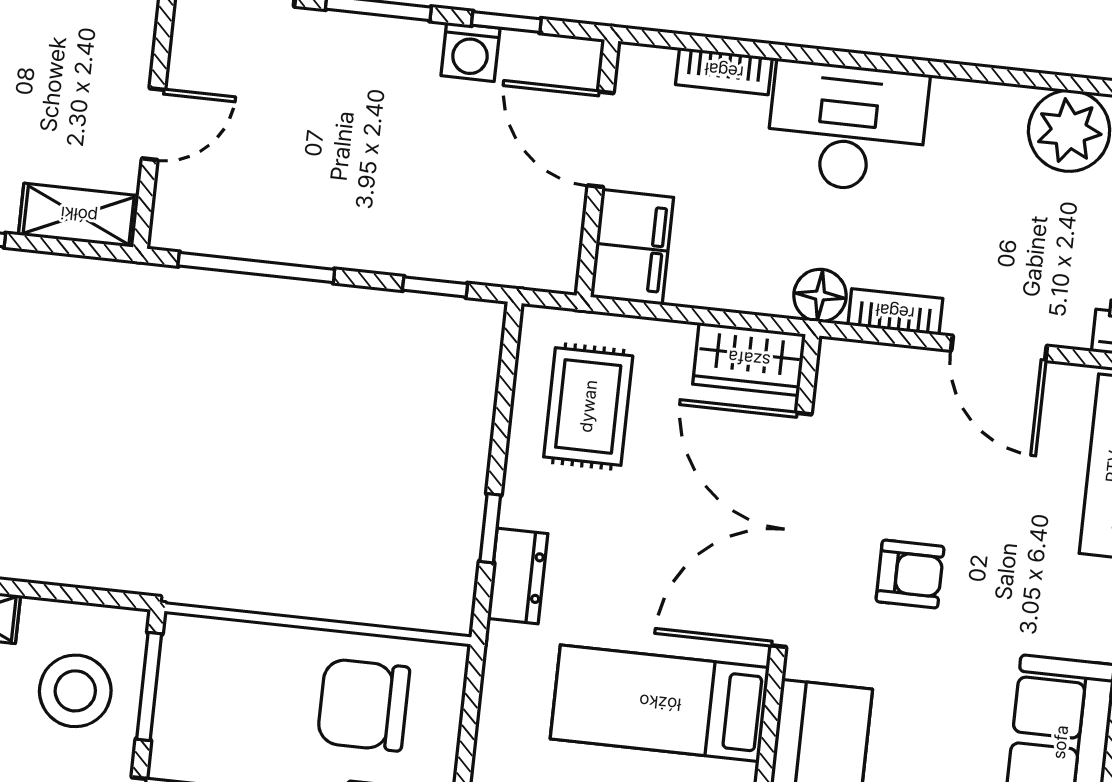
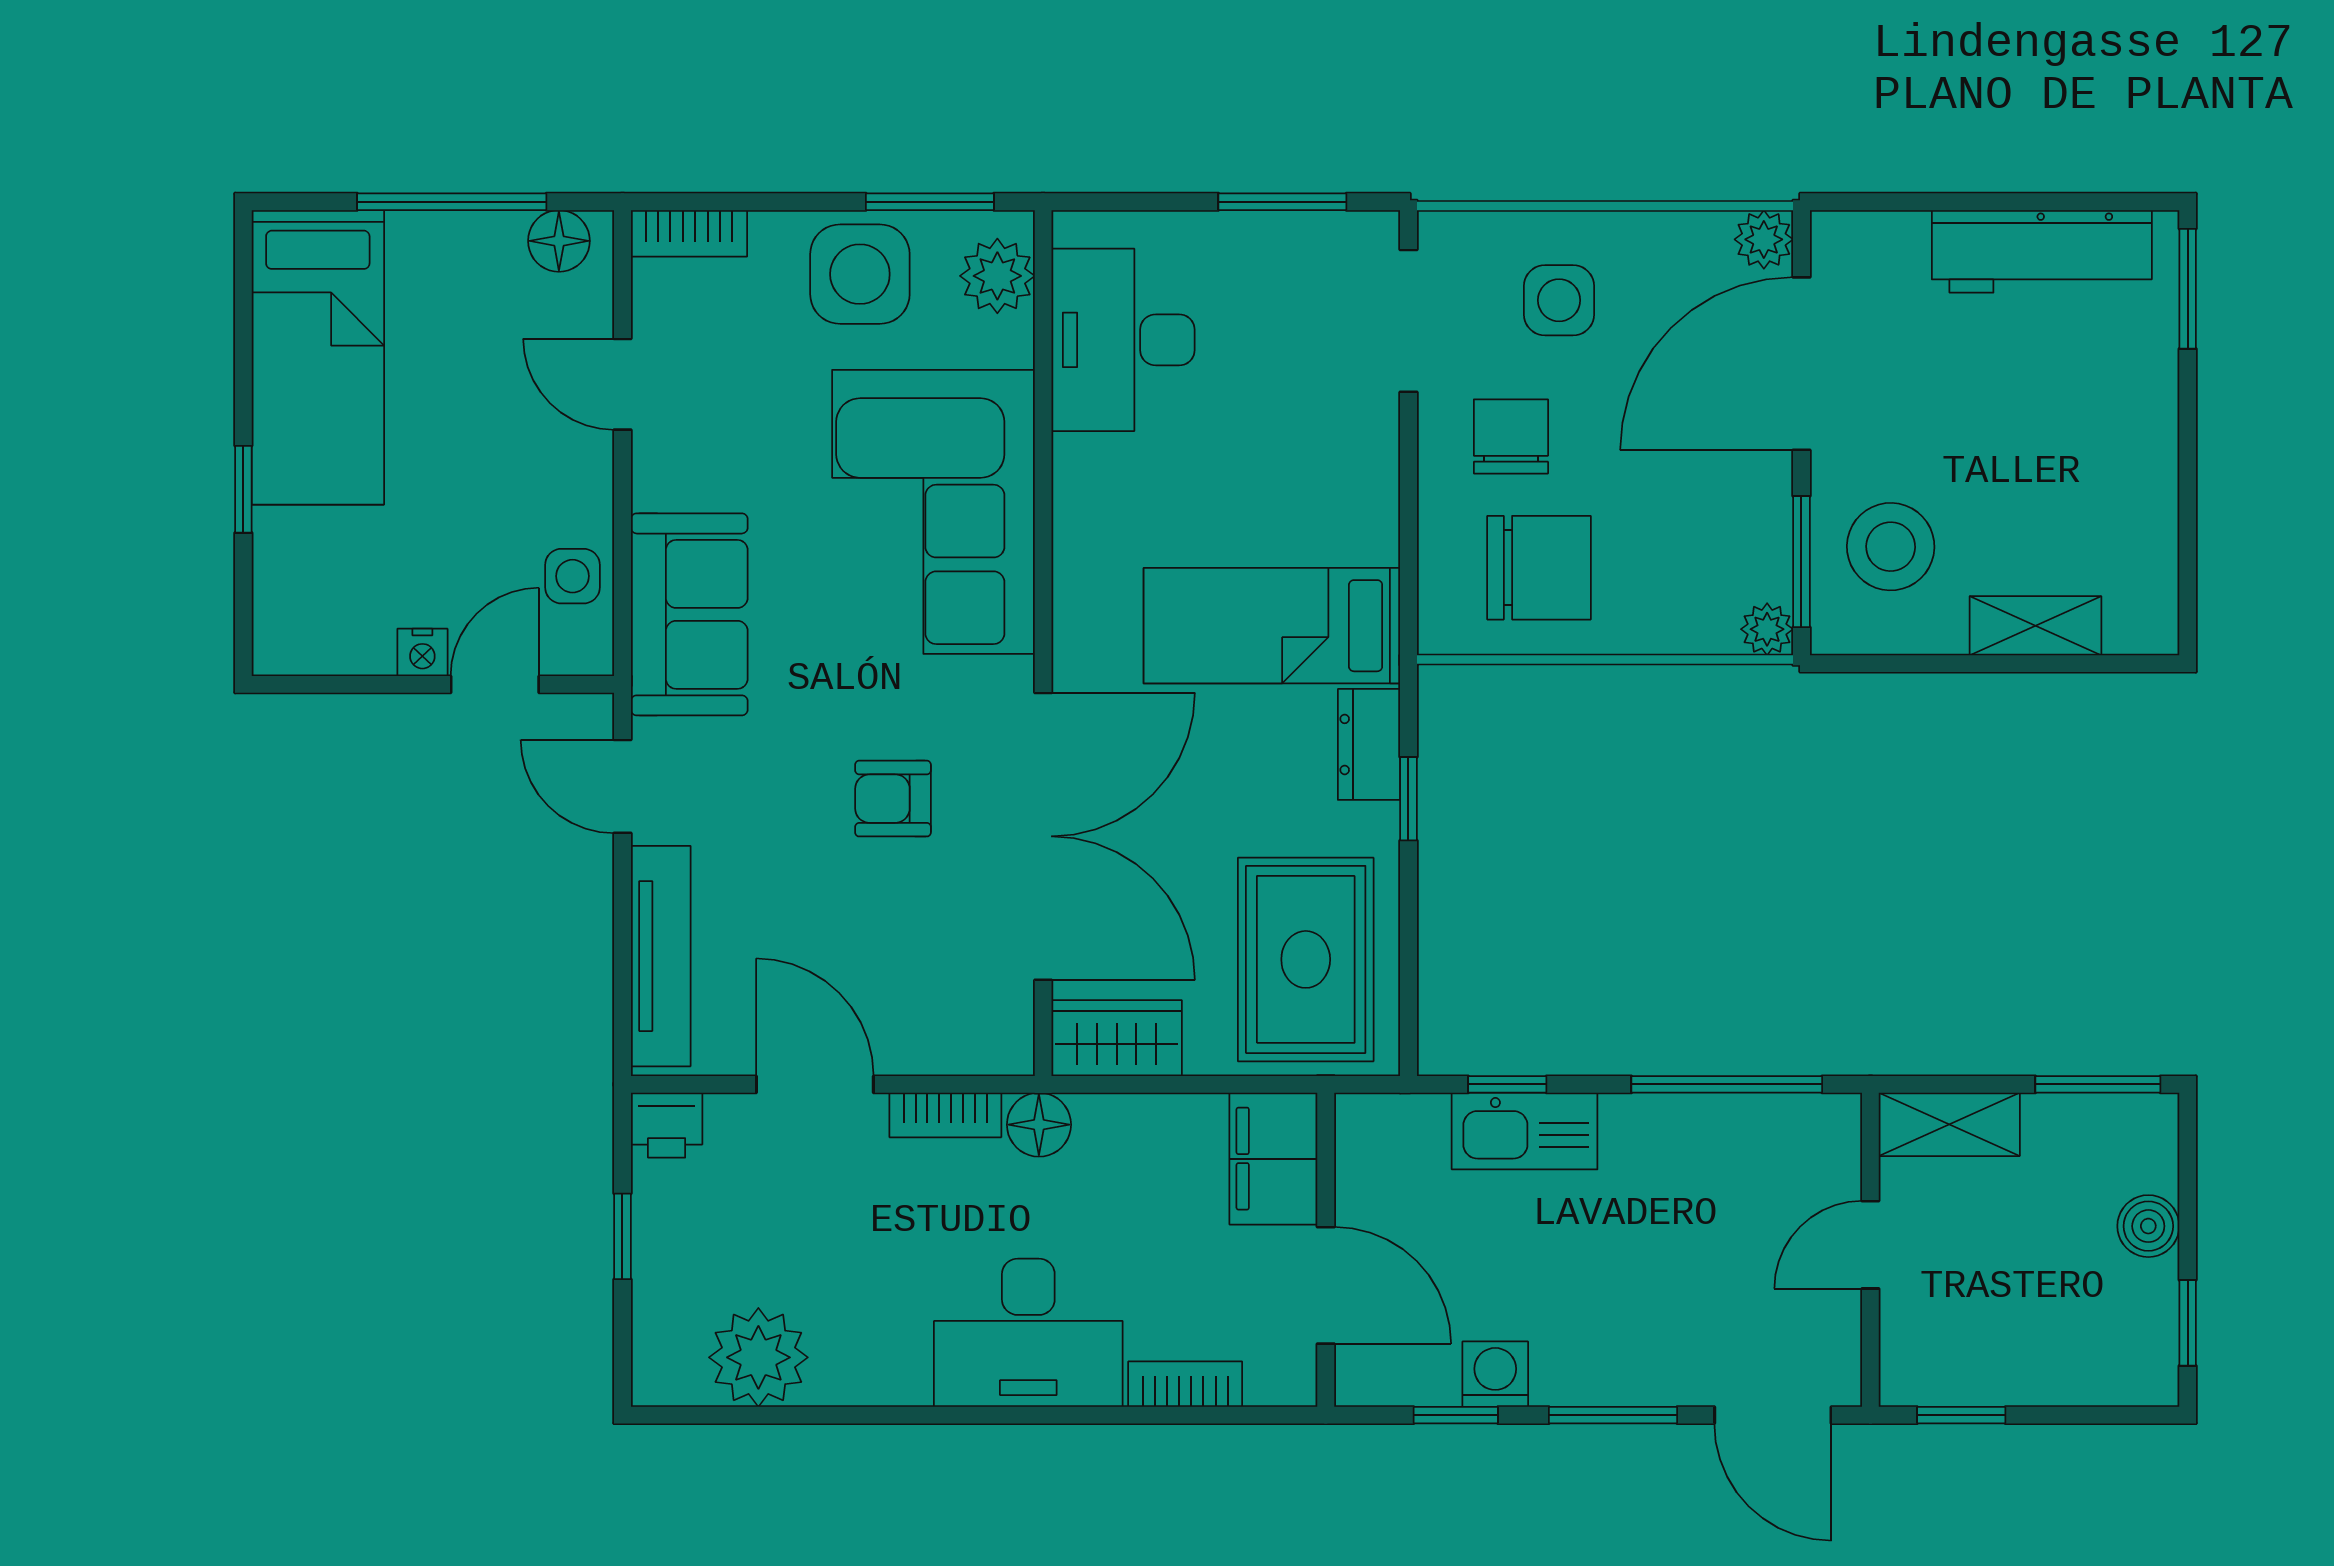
kitchen sink: (425, 247) -> (1525, 1131), added
rug: (588, 406) -> (1306, 959), width x1.36, depth x1.43
plant: (183, 635) -> (1767, 629), added
bed: (660, 703) -> (1272, 626), moved, turned 180

